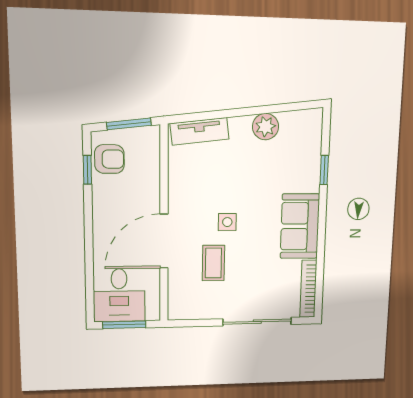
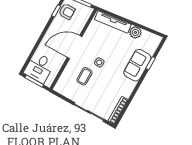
tv unit: (200, 131) -> (113, 22), width x1.41
sofa: (300, 226) -> (137, 65), moved
door: (164, 241) -> (75, 47), moved

